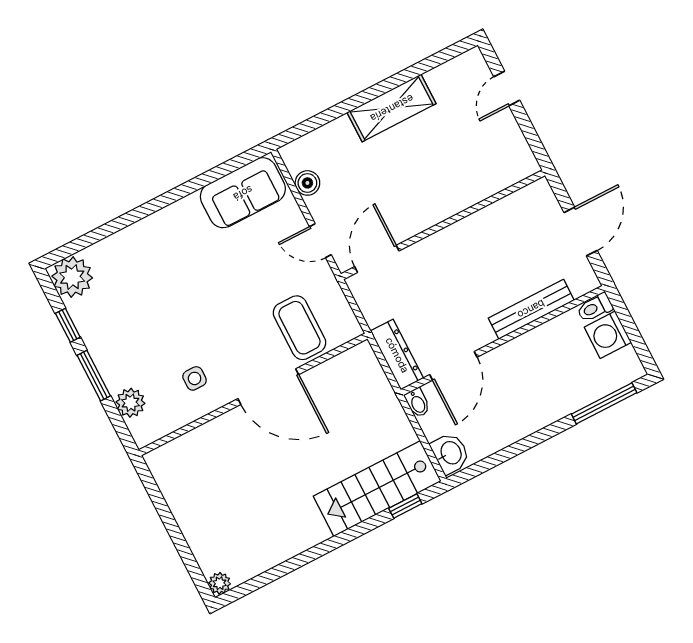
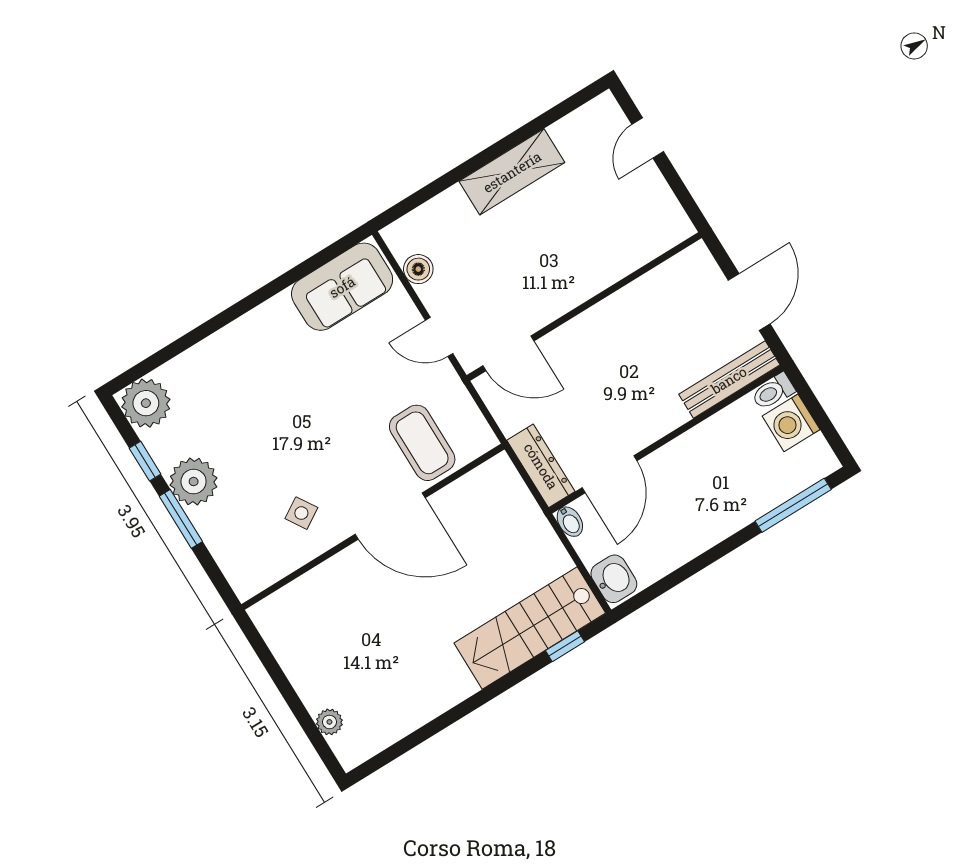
door: (377, 259) -> (508, 353), swing flipped
bench: (531, 309) -> (729, 380), moved
side table: (195, 378) -> (301, 513), turned -32
plant: (130, 403) -> (194, 482), moved, width x1.36, depth x1.36
plant: (220, 583) -> (329, 722), moved

